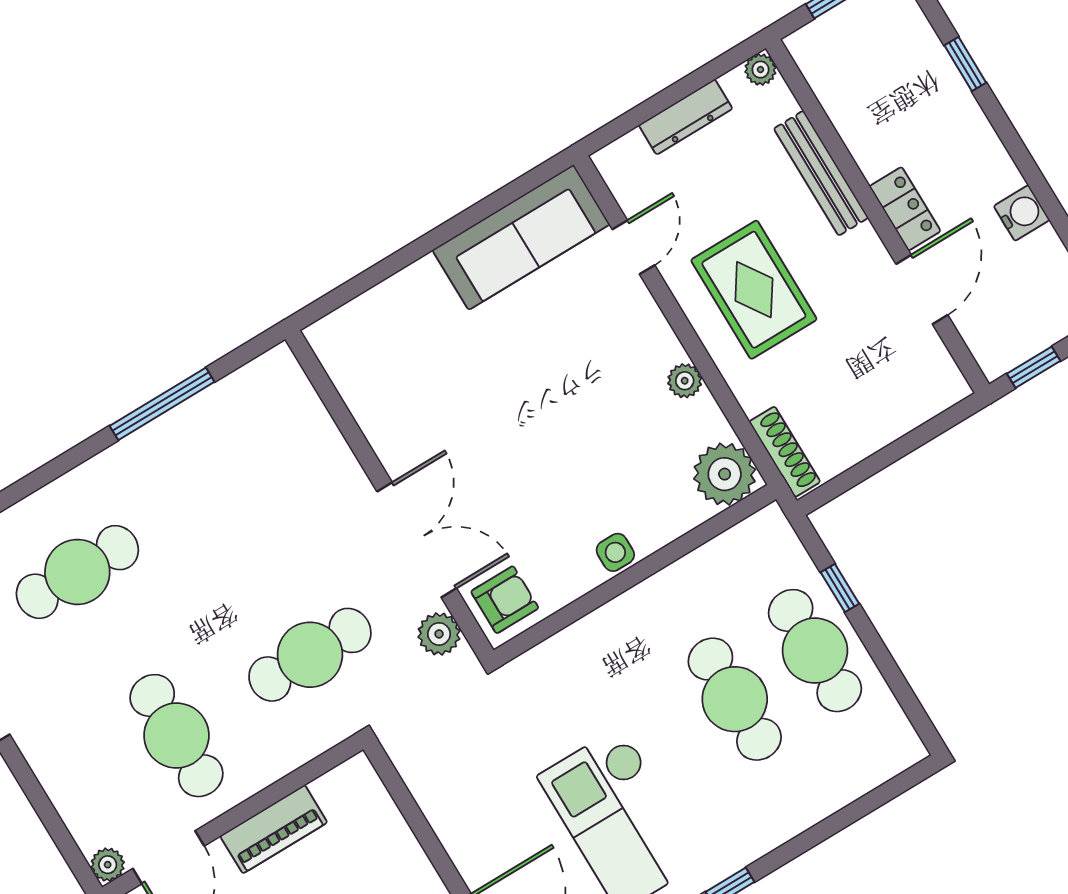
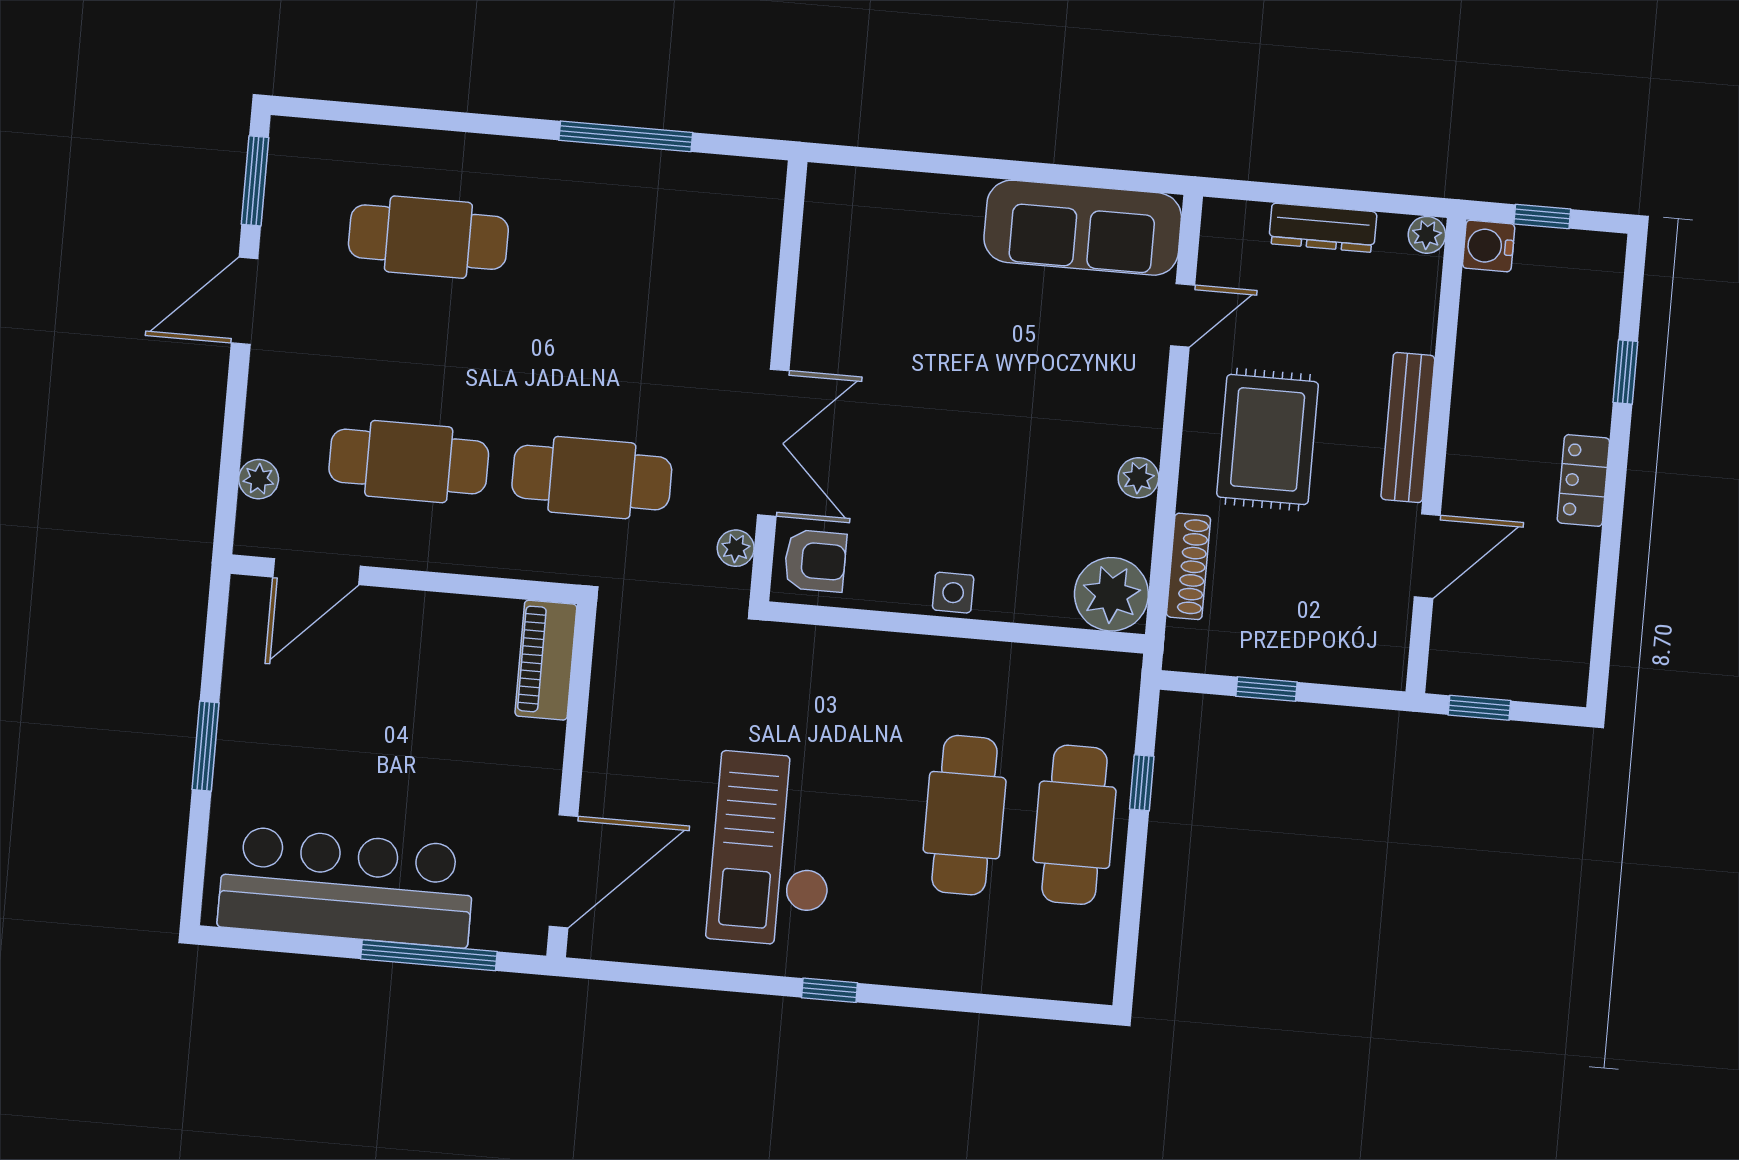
bench: (821, 173) -> (1408, 427), moved
locker: (905, 209) -> (1583, 480), moved, turned 180
water cooler: (1022, 213) -> (1489, 246), moved, turned 180
shoe rack: (785, 452) -> (1188, 566), moved
window: (878, 461) -> (1267, 689), added
plant: (439, 634) -> (736, 548), width x0.73, depth x0.73
cafe table: (176, 736) -> (409, 462), turned 90
piano: (274, 829) -> (546, 660), moved, turned 90
plant: (108, 865) -> (259, 479), moved

